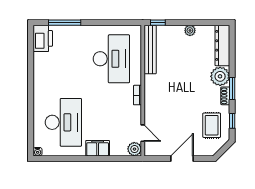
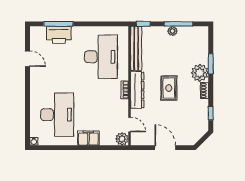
window: (197, 23) -> (178, 24), added
printer: (43, 38) -> (59, 35), moved, turned 90
dresser: (222, 45) -> (137, 90), moved, turned 180
door: (31, 61) -> (28, 59), added
window: (232, 89) -> (211, 64), moved
rug: (212, 125) -> (169, 88), moved
door: (182, 159) -> (165, 148), hinge flipped

